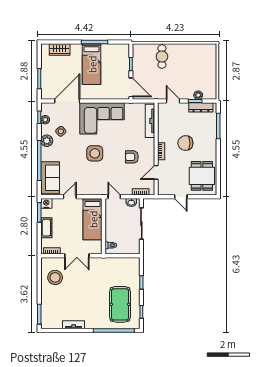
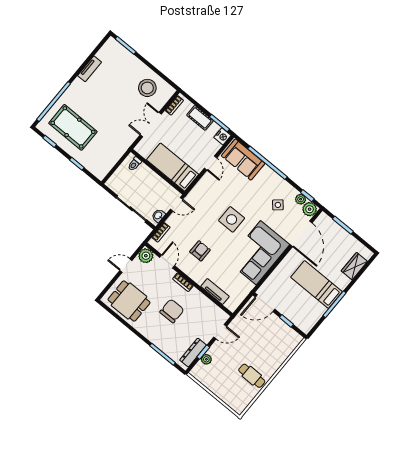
cafe table: (162, 57) -> (252, 376), moved
tv unit: (150, 121) -> (215, 291), width x0.71
plant: (47, 141) -> (310, 209), moved
plant: (164, 189) -> (146, 256), added

